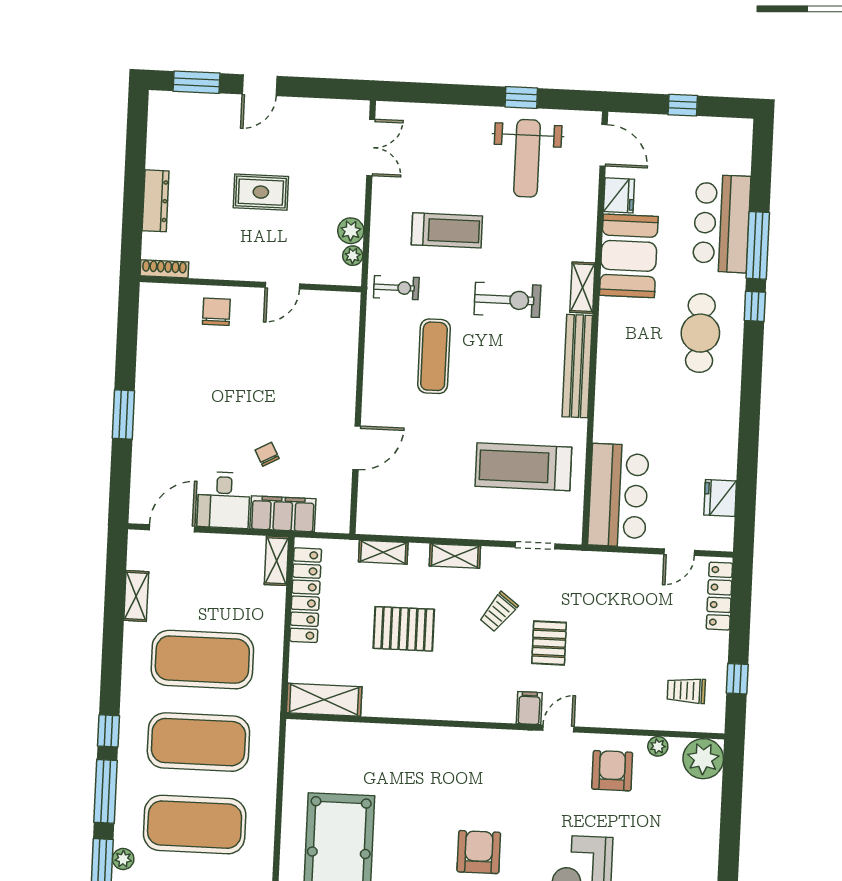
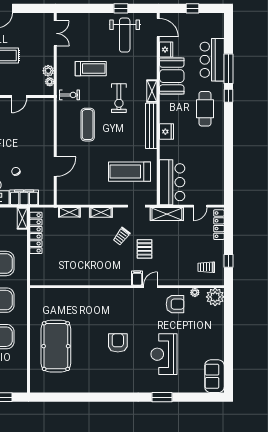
exercise bike: (507, 300) -> (119, 98), turned 90
fridge: (720, 498) -> (166, 132), moved, turned 180
pallet: (404, 629) -> (80, 246), removed
shelving: (324, 700) -> (167, 214), moved
armchair: (612, 771) -> (175, 304), turned 90

